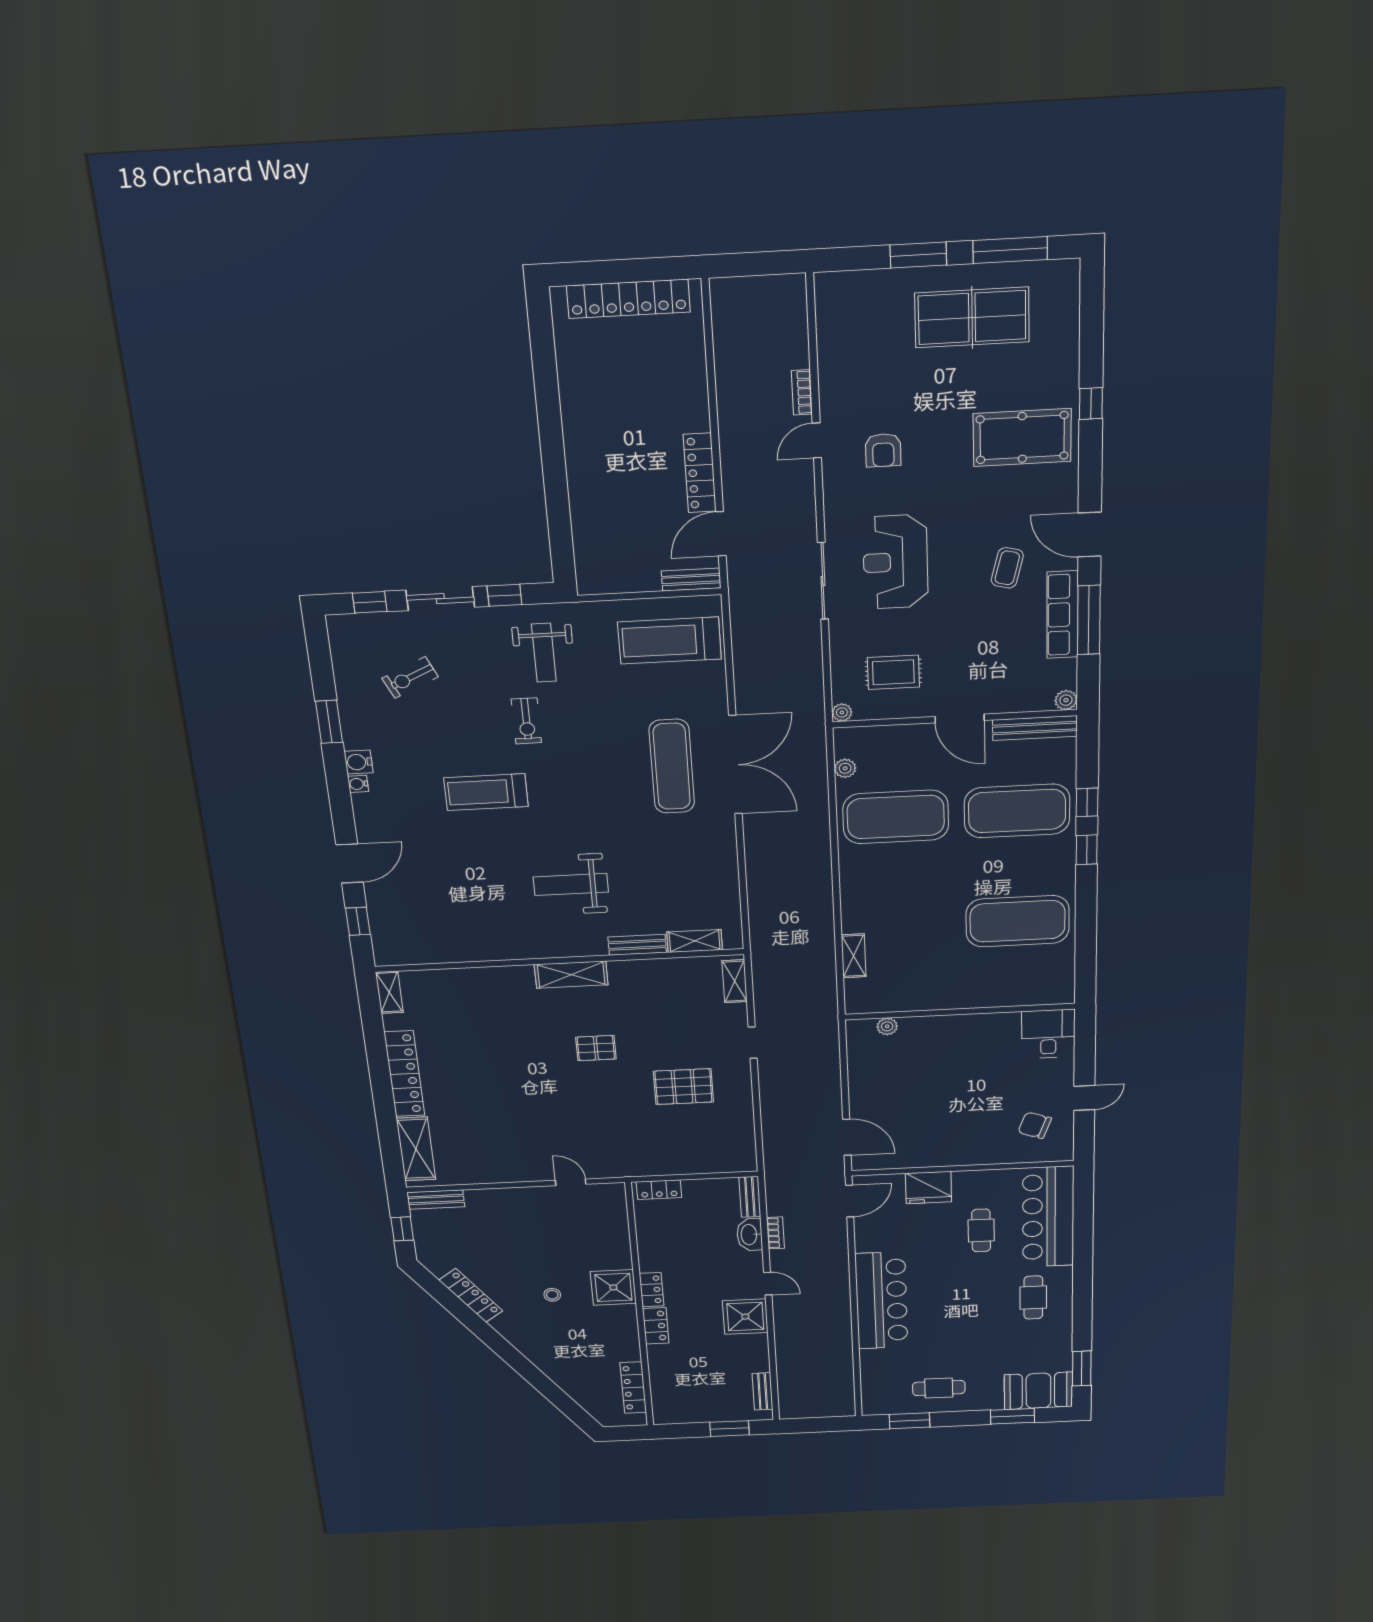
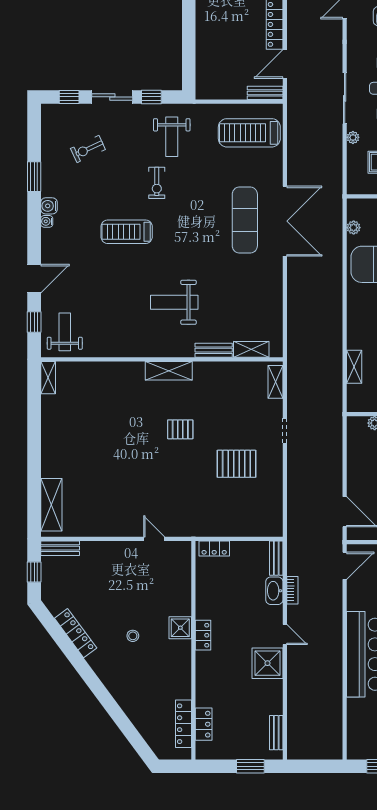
plant: (842, 712) -> (353, 137), moved
weight bench: (407, 932) -> (65, 332), added
locker: (404, 1074) -> (51, 443), removed
shower: (613, 1287) -> (180, 628), width x0.73, depth x0.73
locker: (656, 1326) -> (204, 724), moved

